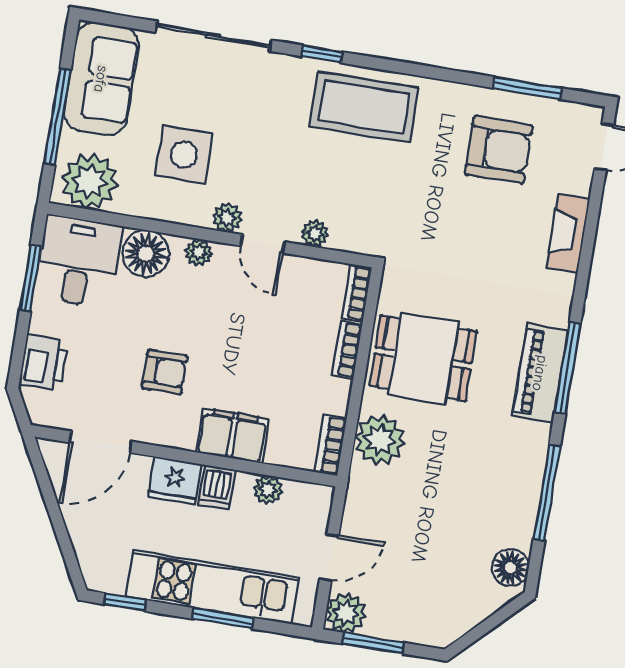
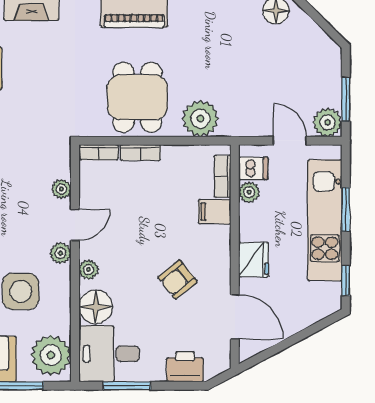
armchair: (165, 372) -> (178, 280), turned -129
filing cabinet: (232, 435) -> (215, 212), width x0.50
bookcase: (331, 445) -> (223, 176), moved, turned 90
dishwasher: (217, 487) -> (253, 168), moved

